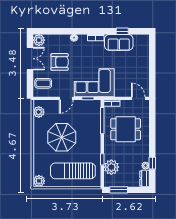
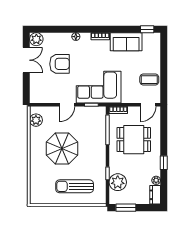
window: (122, 31) -> (147, 29), moved
coffee table: (43, 83) -> (149, 80), moved
door: (138, 98) -> (148, 105), swing flipped
window: (152, 163) -> (164, 163), moved
sun lounger: (73, 171) -> (75, 186), width x0.73, depth x0.75
plant: (39, 181) -> (36, 198), removed

